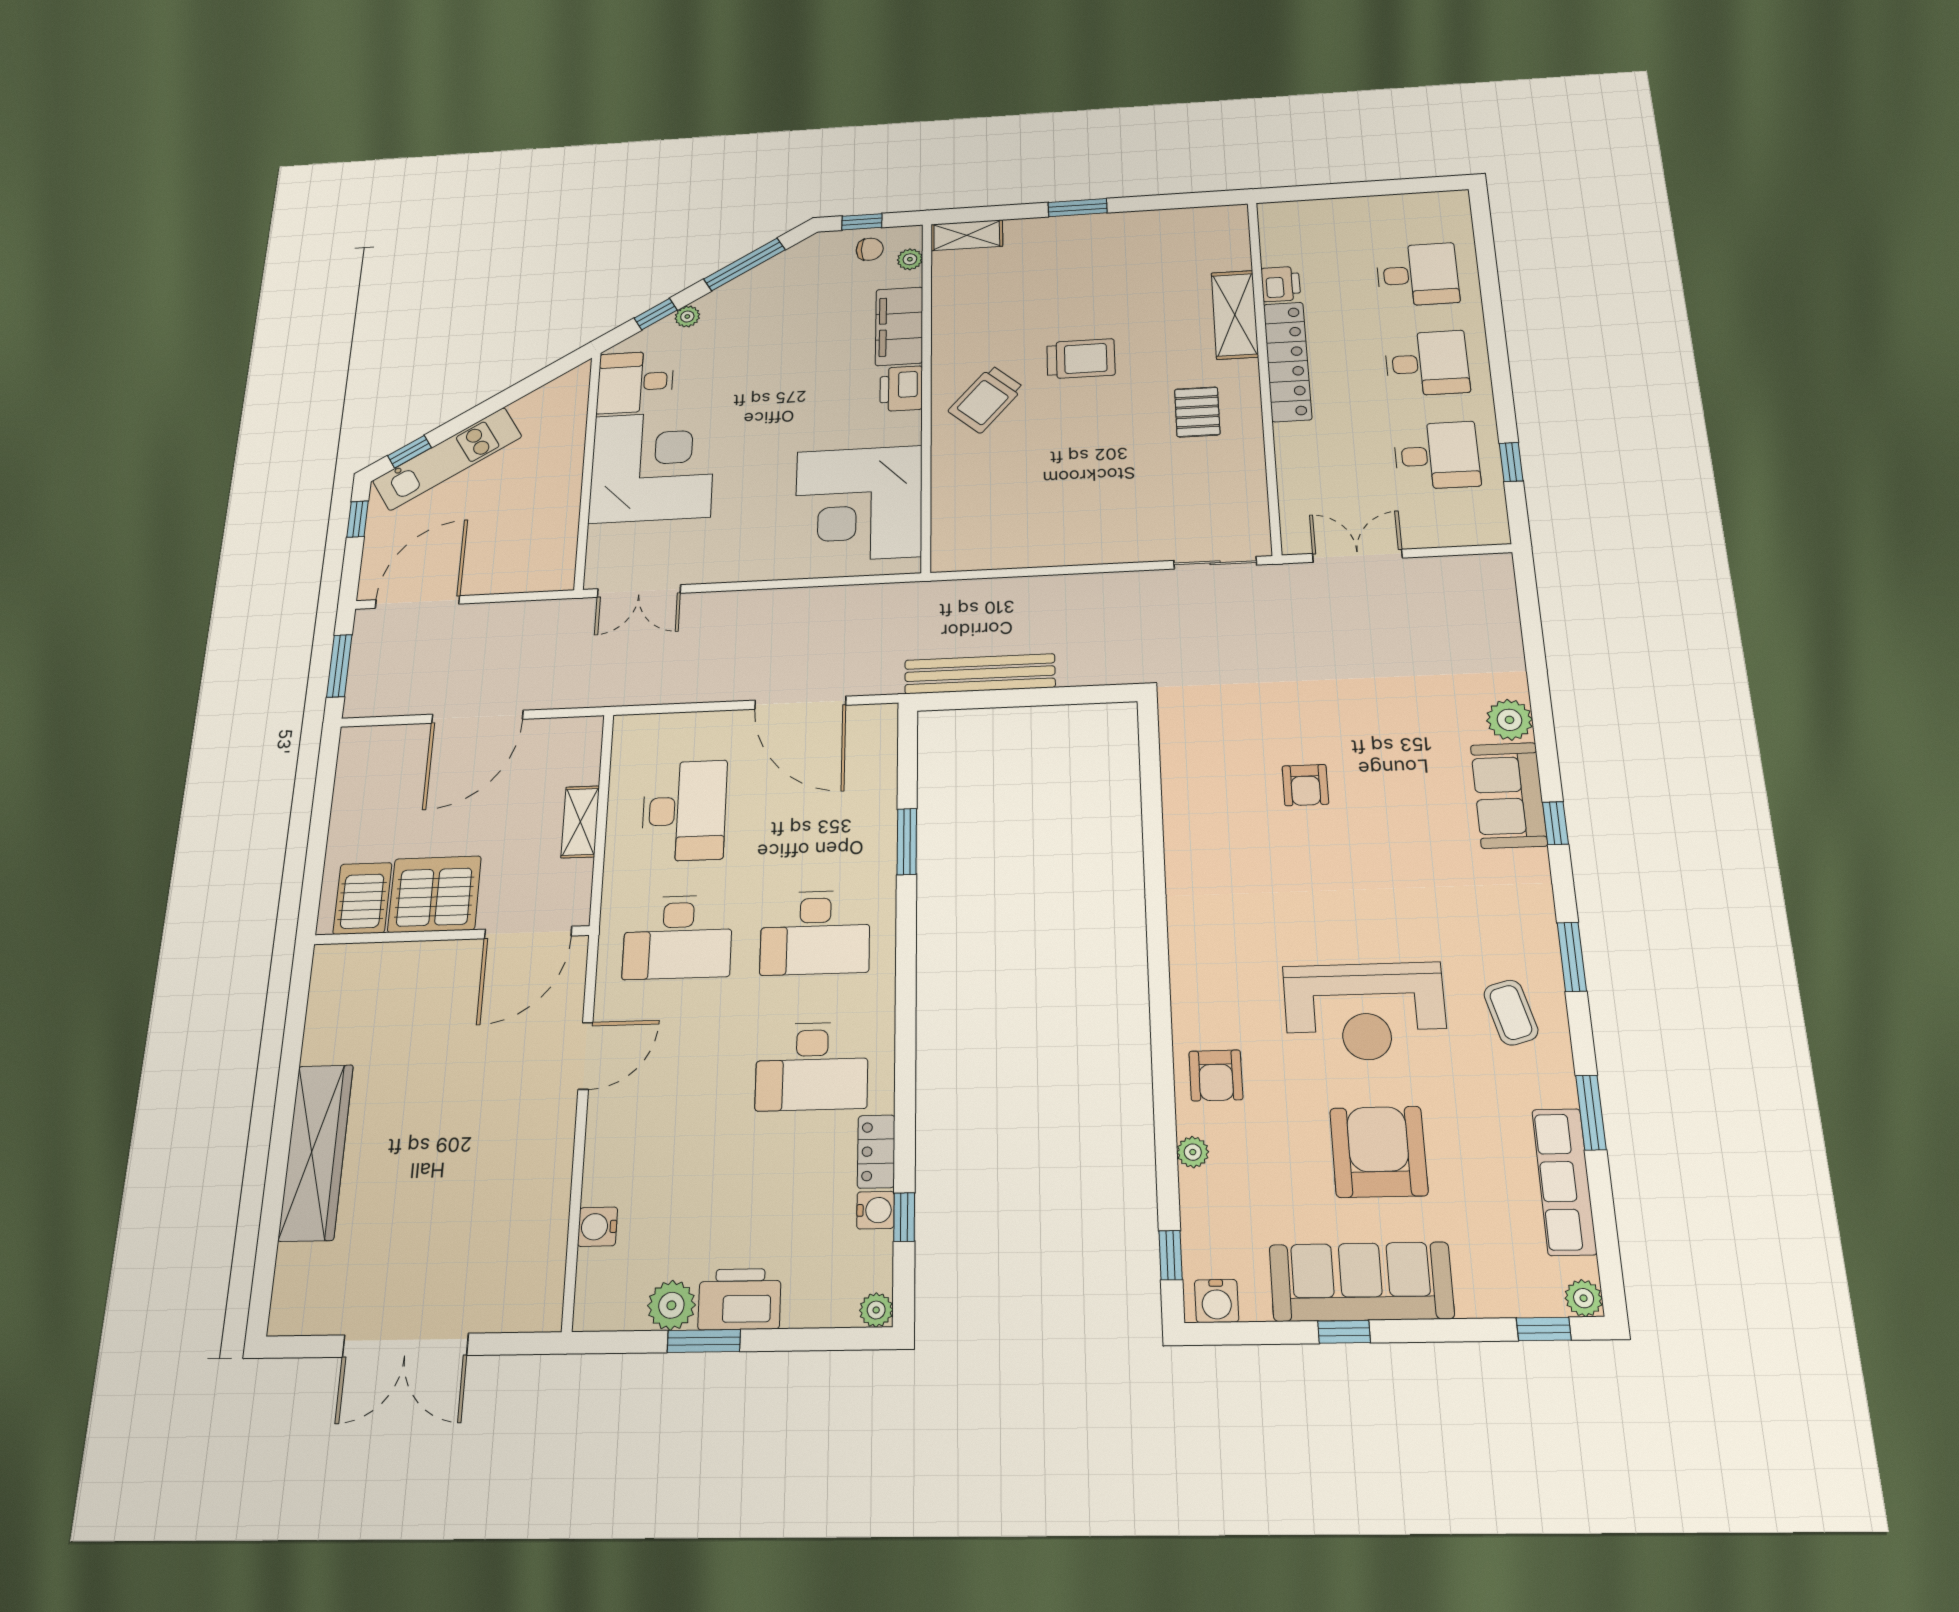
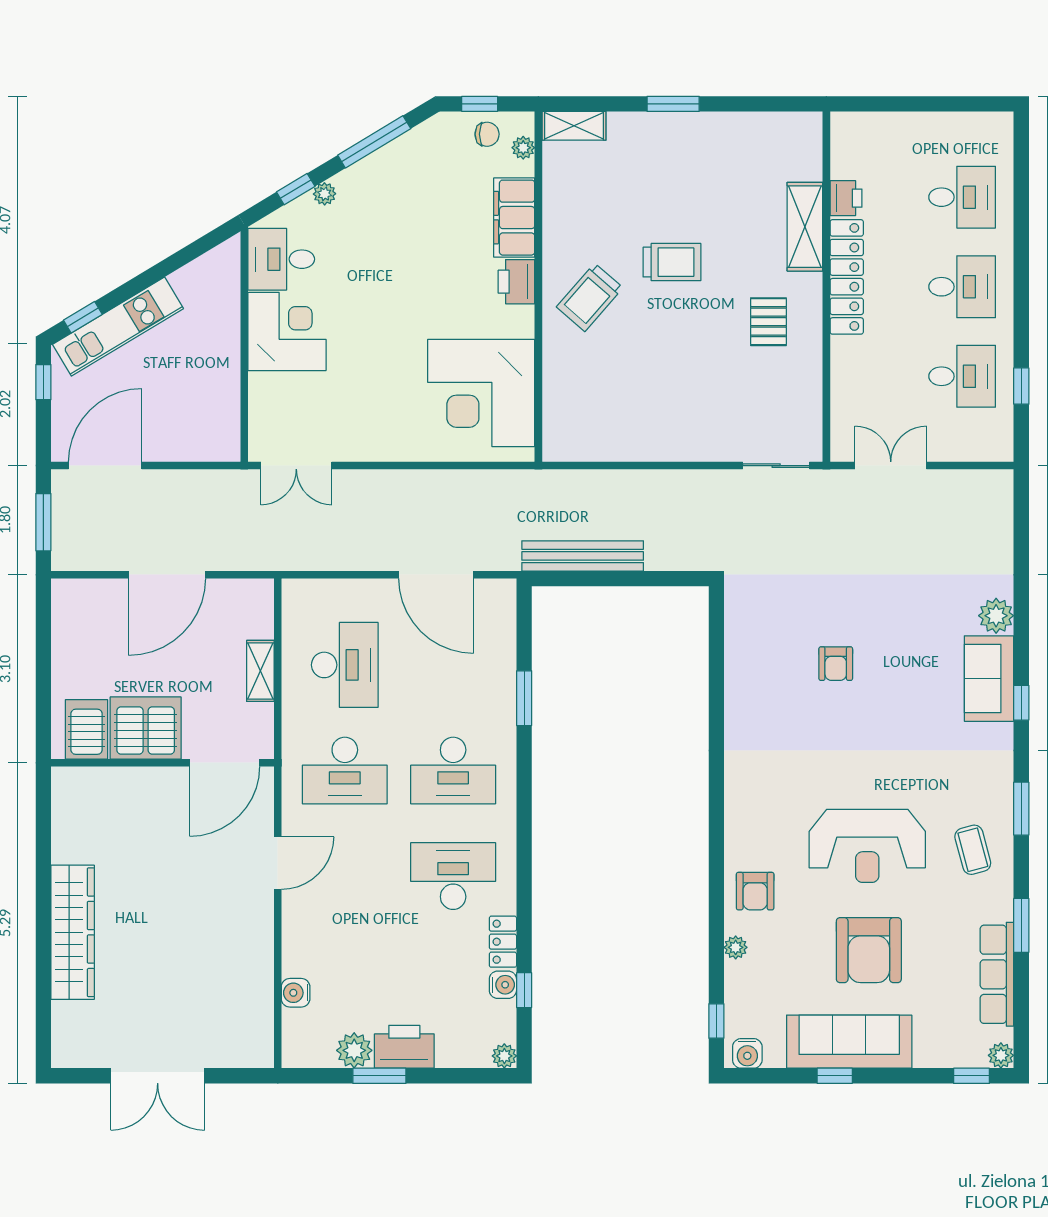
corner desk: (652, 466) -> (287, 332), width x0.74, depth x0.74
desk: (812, 1066) -> (453, 876), turned 180
armchair: (1379, 1152) -> (869, 950), turned 180

